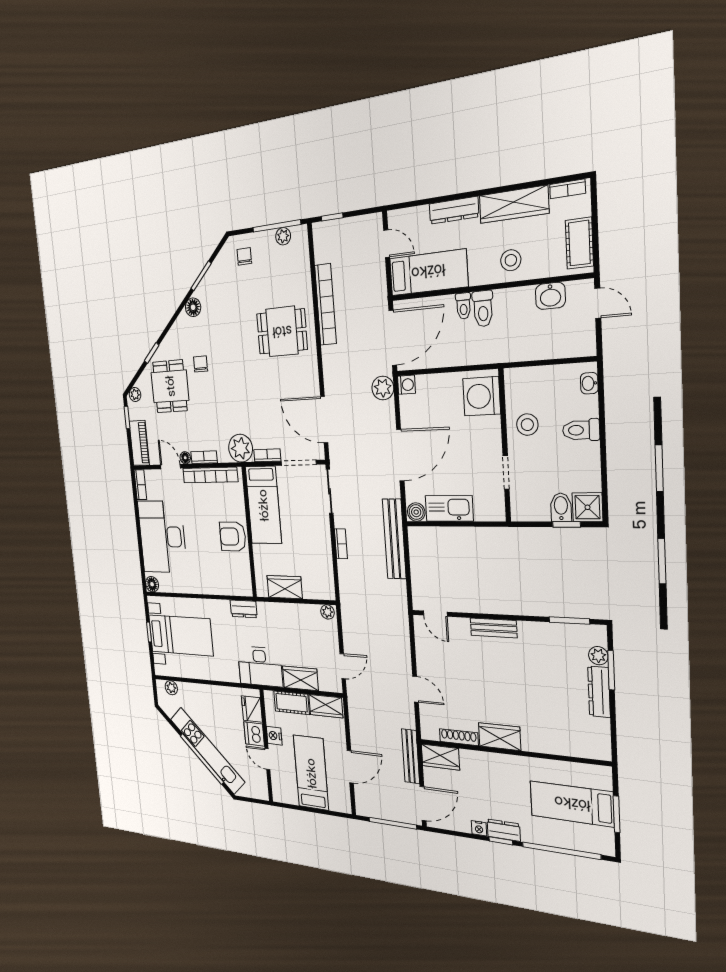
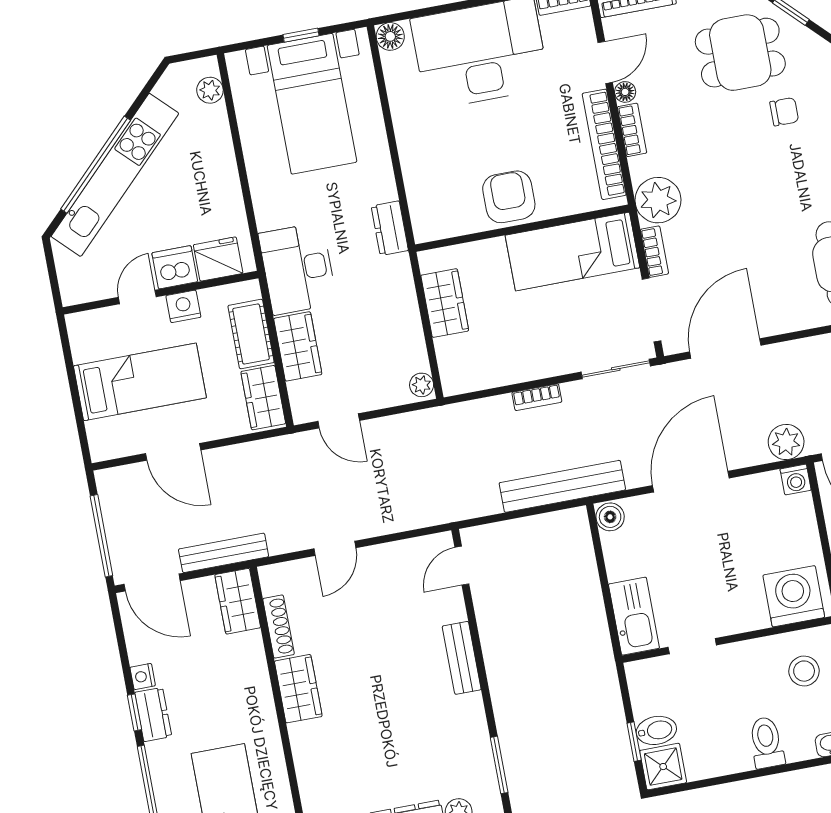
stool: (527, 425) -> (804, 671), moved
door: (400, 455) -> (691, 482), swing flipped
kitchen sink: (449, 508) -> (634, 616), moved

